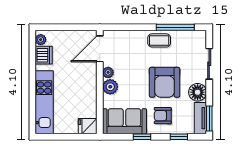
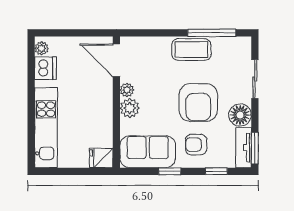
coffee table: (159, 40) -> (191, 50), width x1.36, depth x1.30
door: (100, 49) -> (116, 60), hinge flipped

